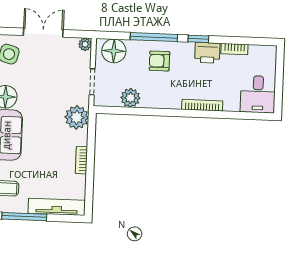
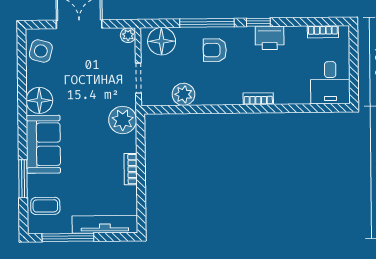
bookcase: (234, 49) -> (323, 32), moved
bookcase: (202, 105) -> (258, 99), width x0.64

